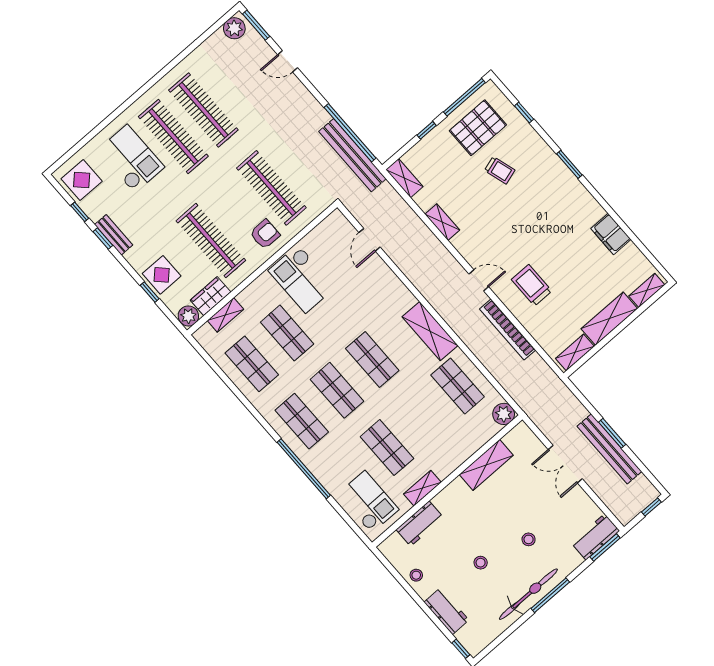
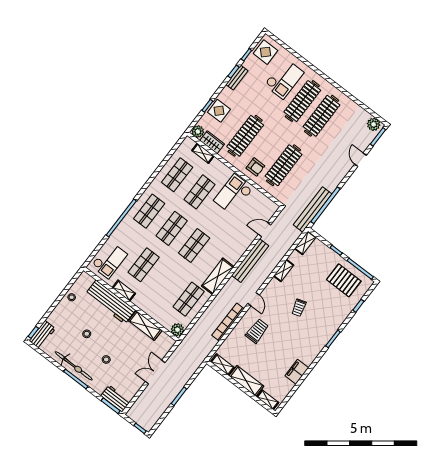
trolley: (500, 170) -> (299, 308), moved
bench: (609, 449) -> (250, 261), moved
workbench: (420, 524) -> (110, 302), width x1.88, depth x1.32
workbench: (446, 611) -> (42, 335), moved

